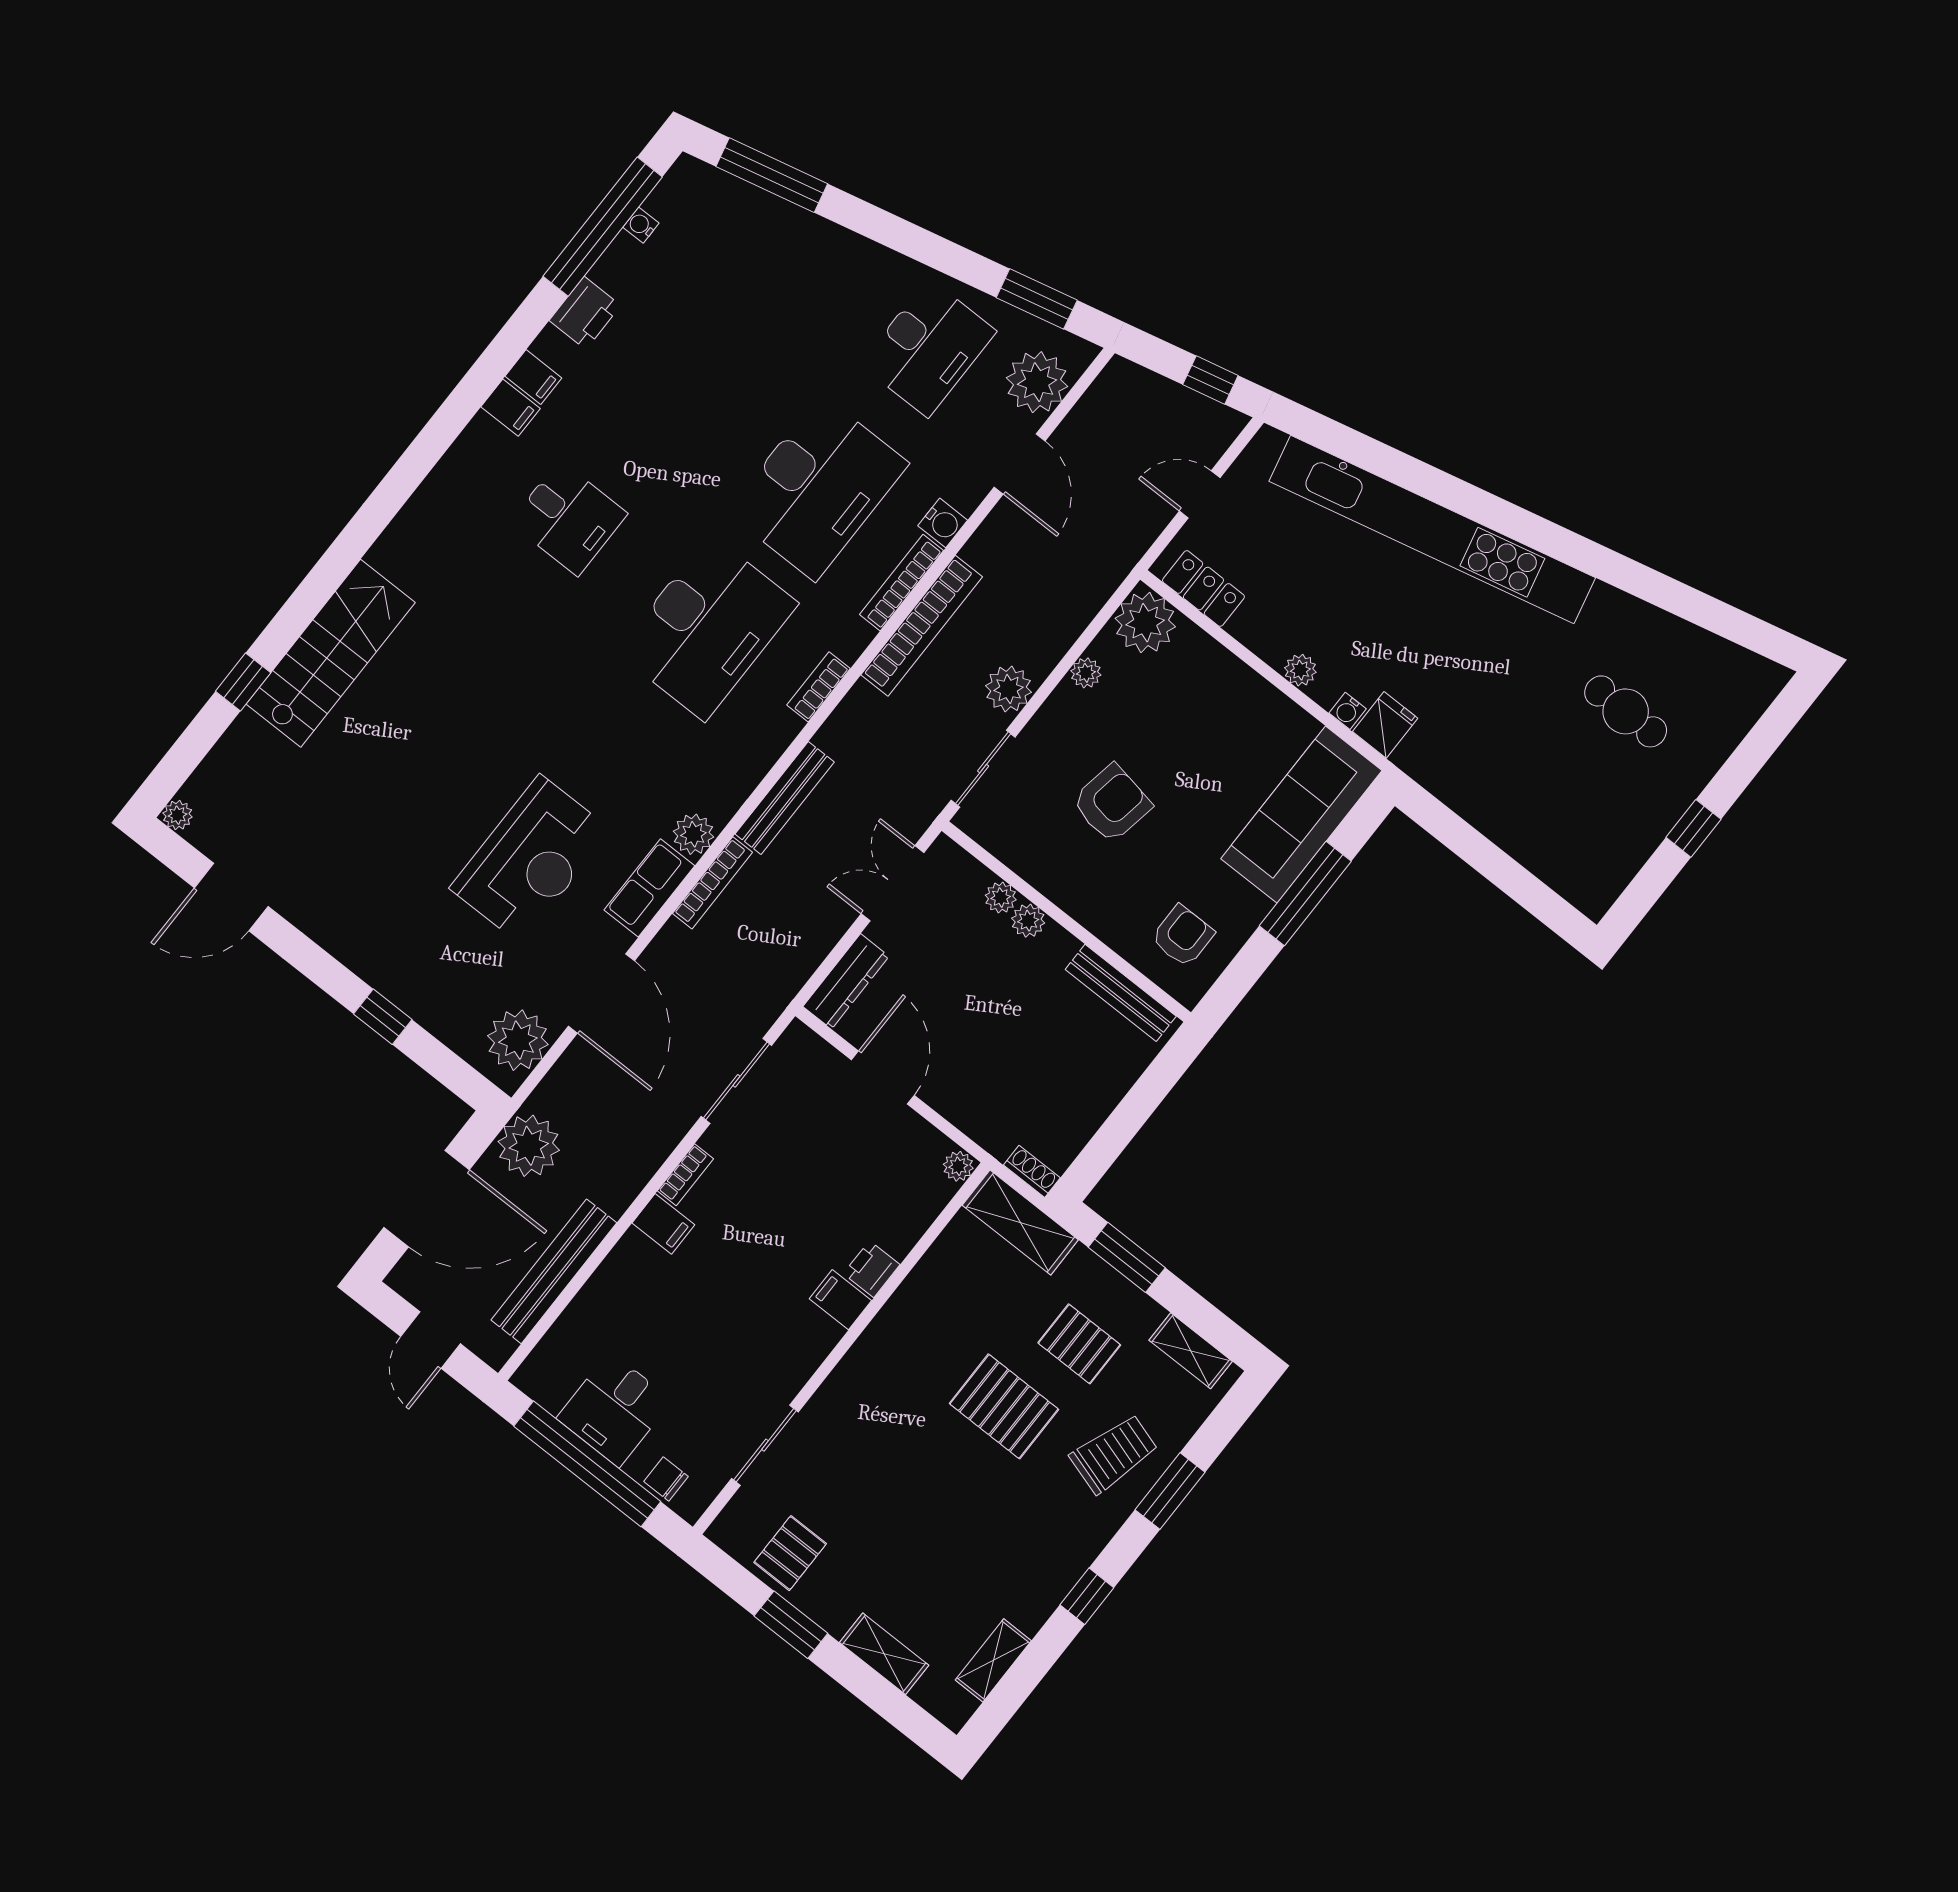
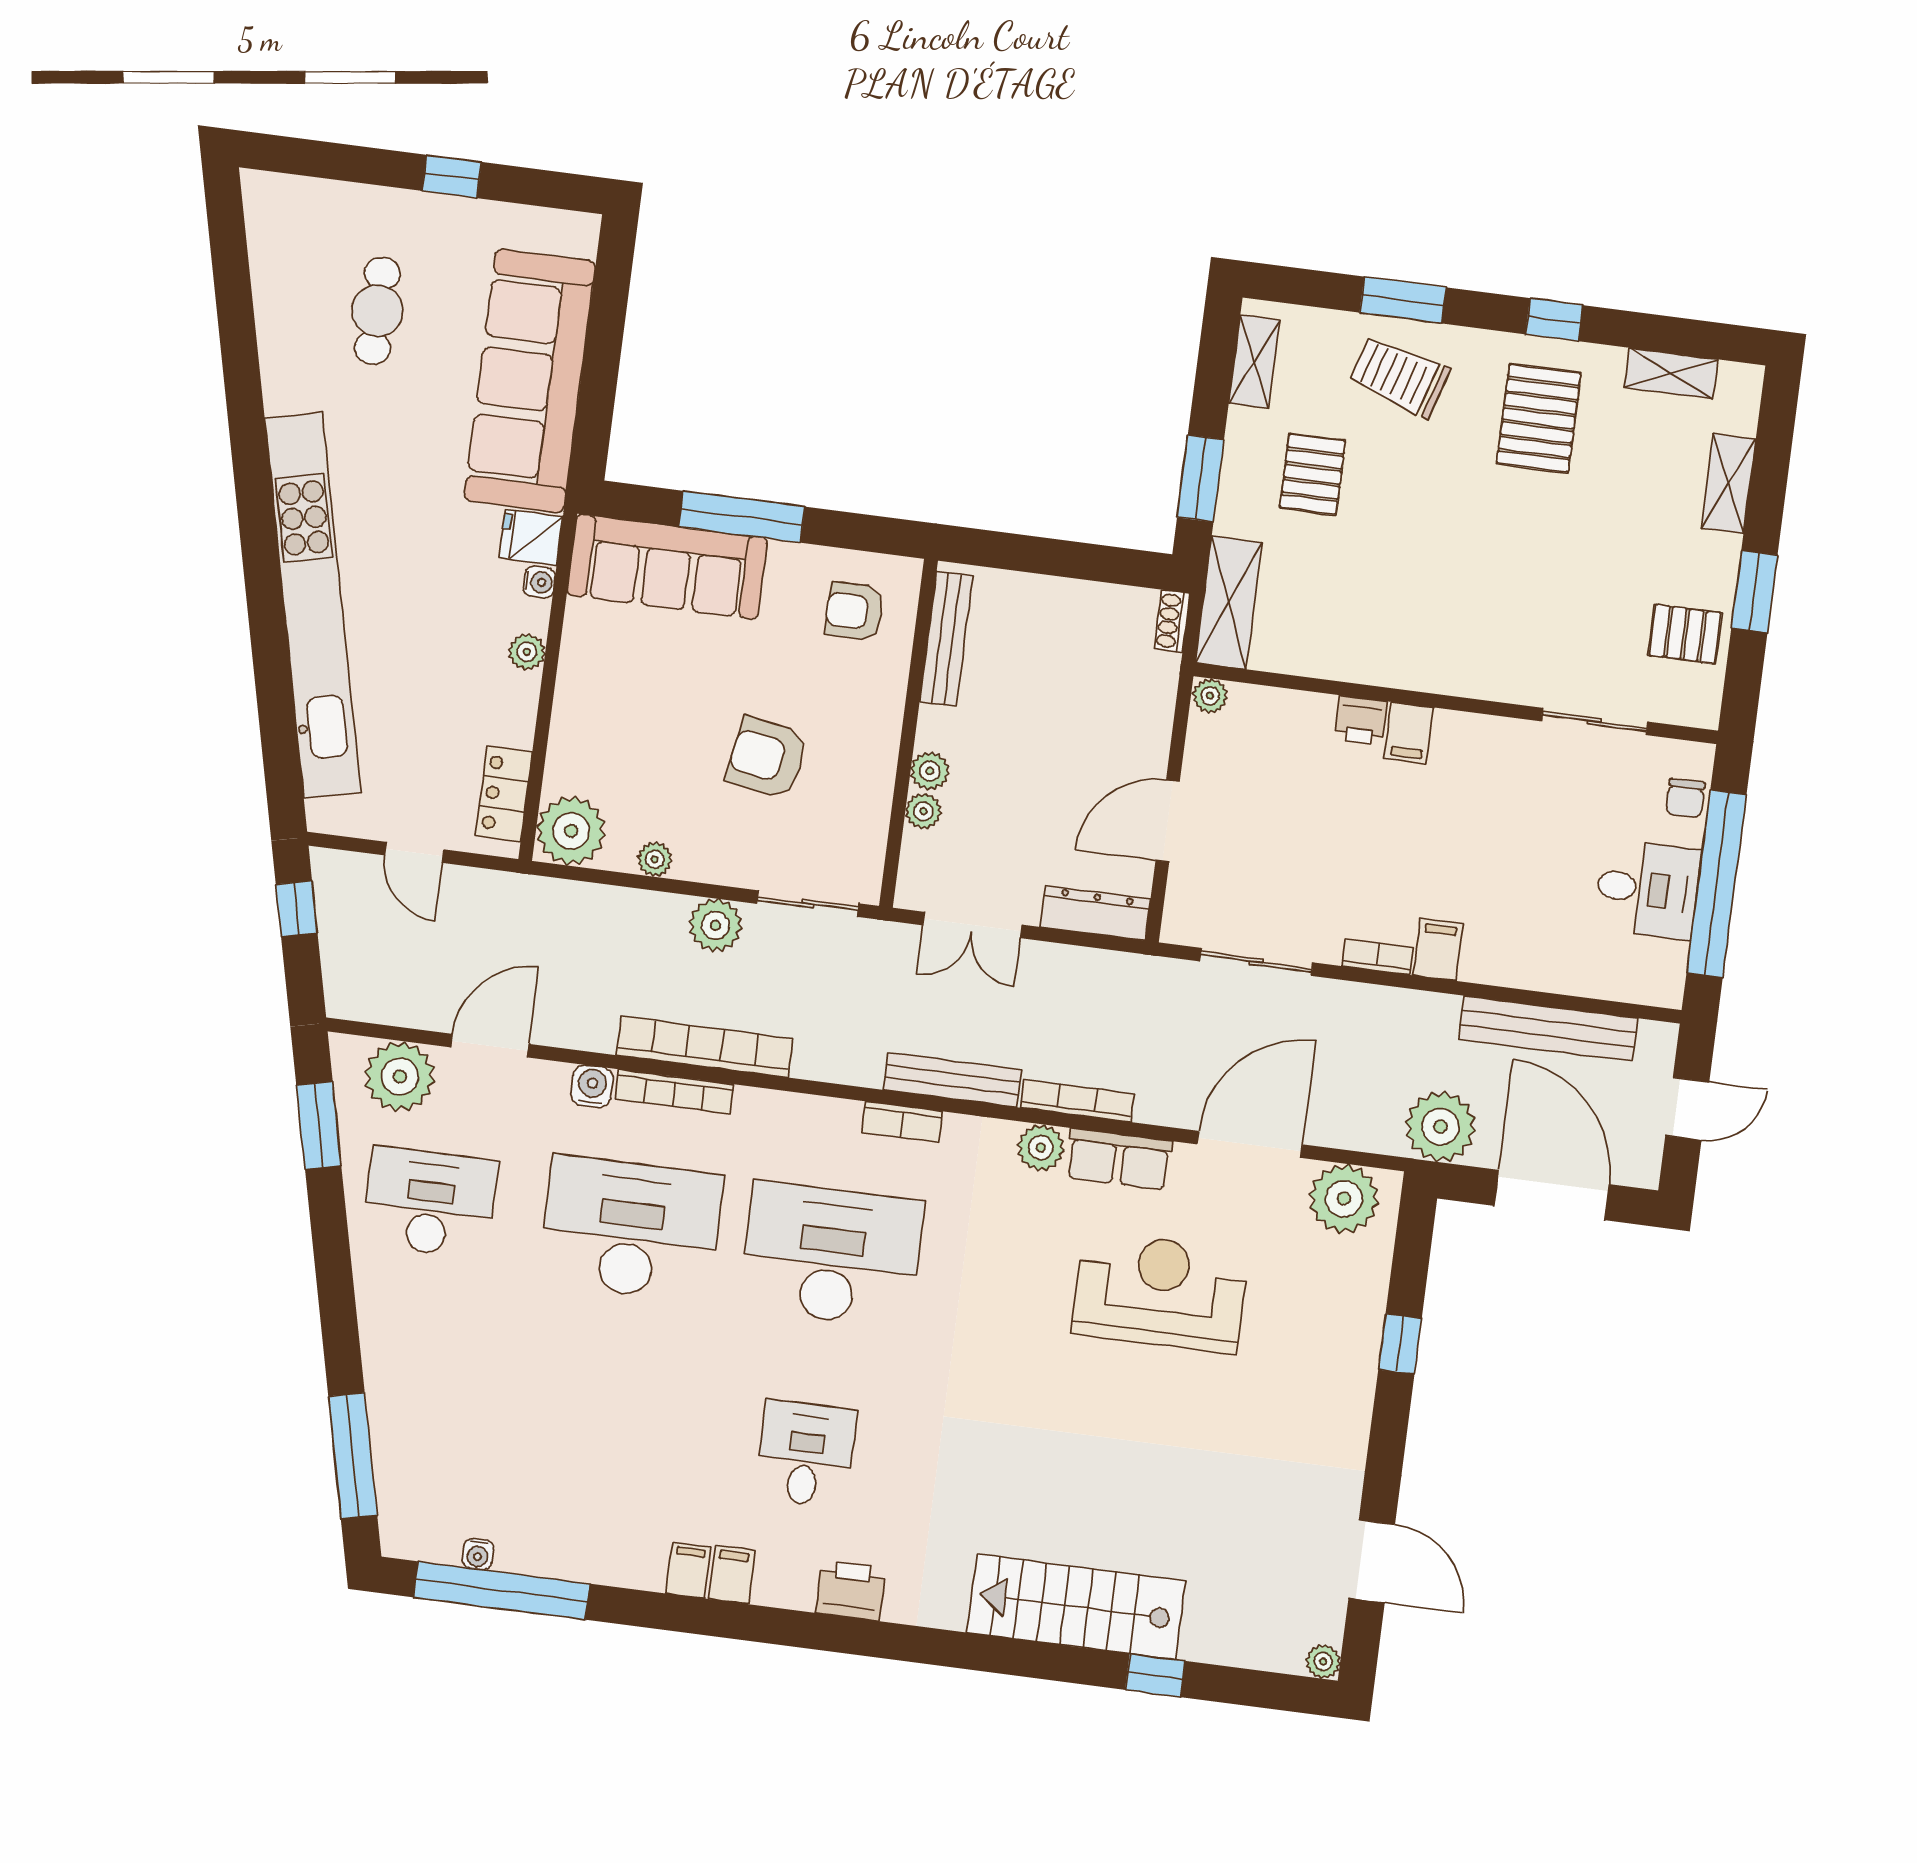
printer: (585, 313) -> (851, 1590), moved
bookcase: (819, 687) -> (902, 1122), moved
sofa: (1504, 795) -> (530, 381), added
pallet: (1004, 1406) -> (1539, 418), moved

